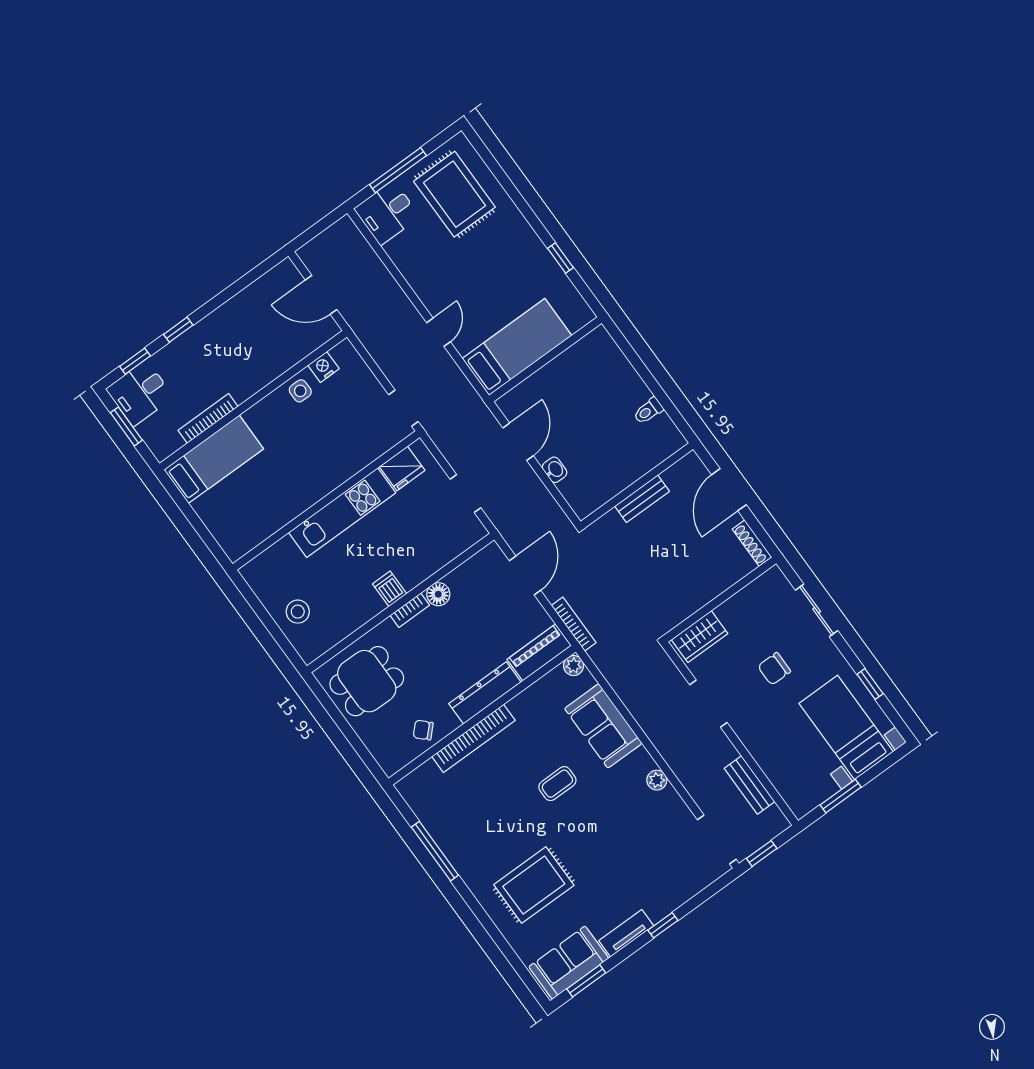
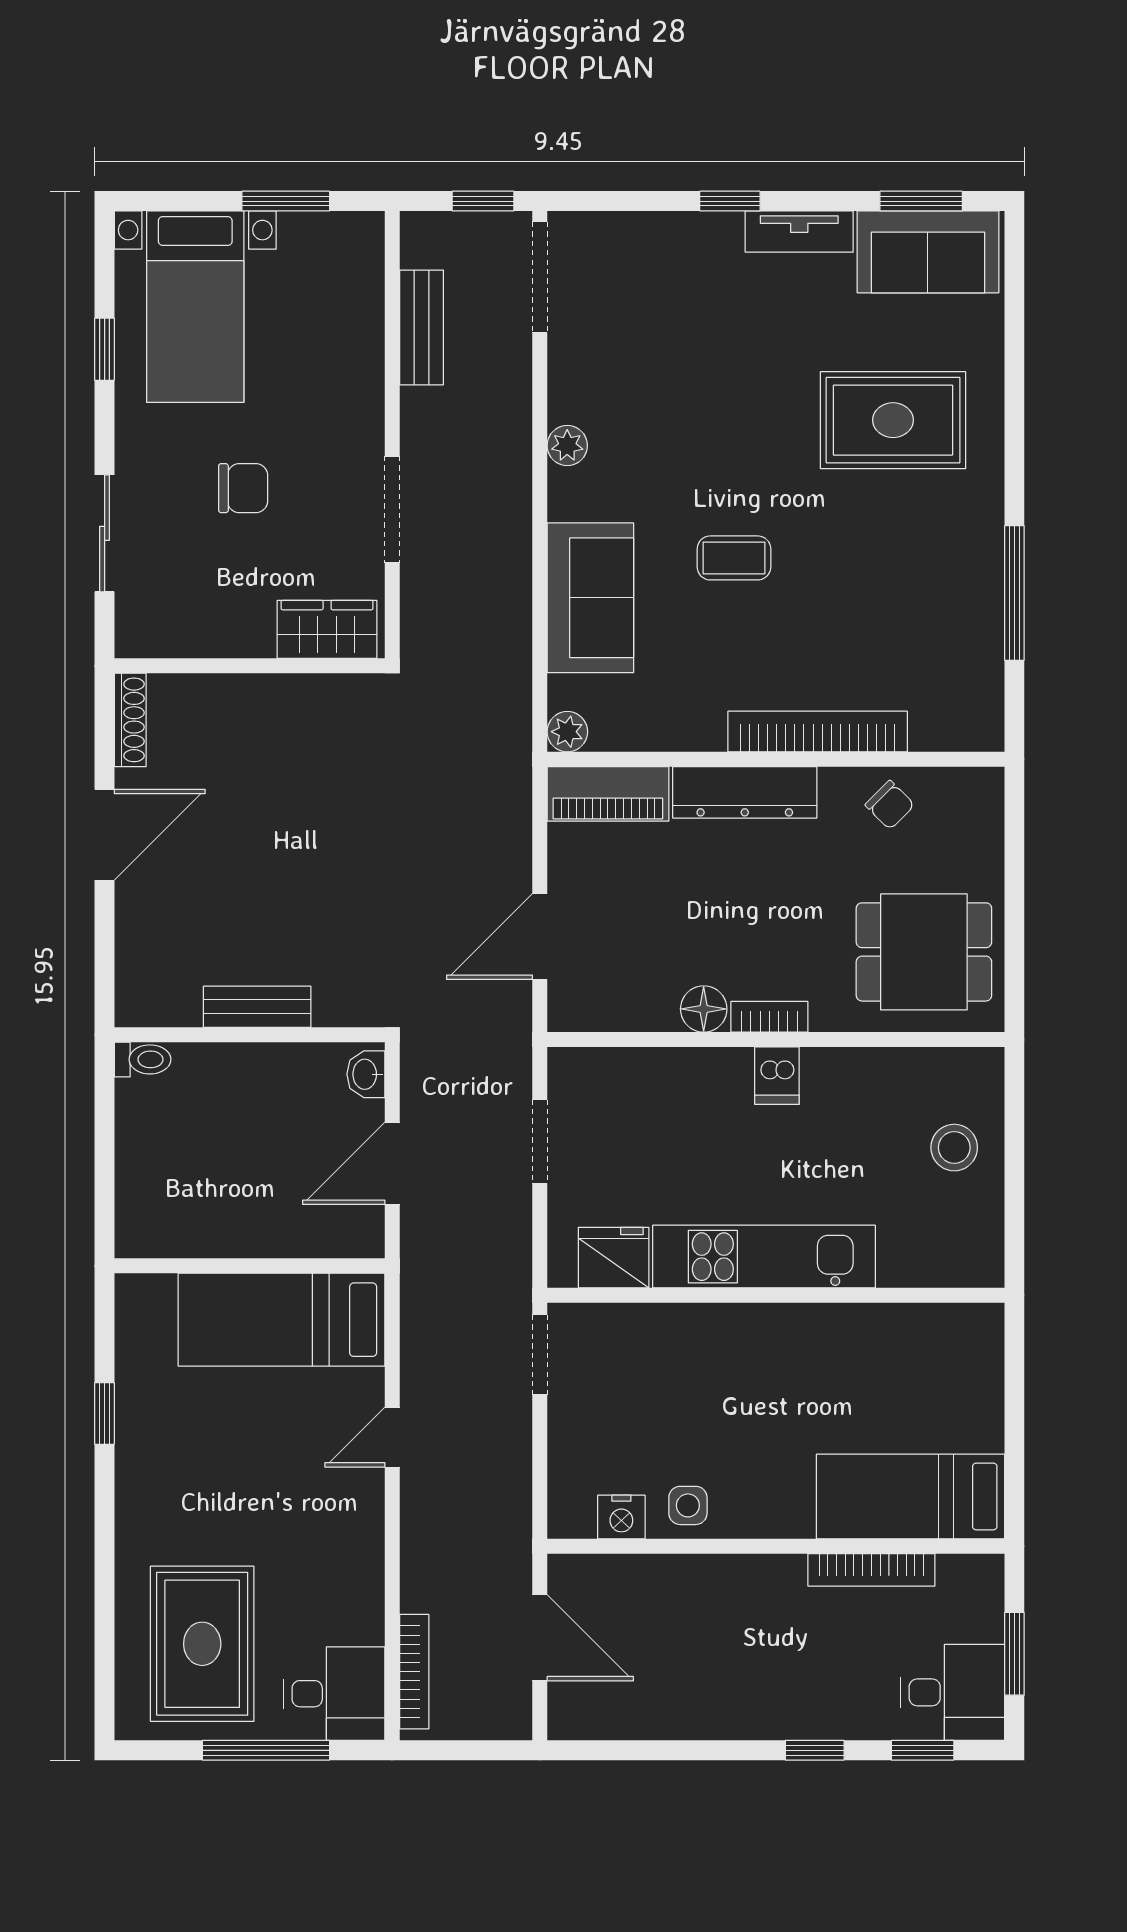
wall: (637, 485) -> (250, 1035), moved
bench: (642, 499) -> (257, 1007), moved
bookcase: (574, 624) -> (414, 1672), moved, turned 180

